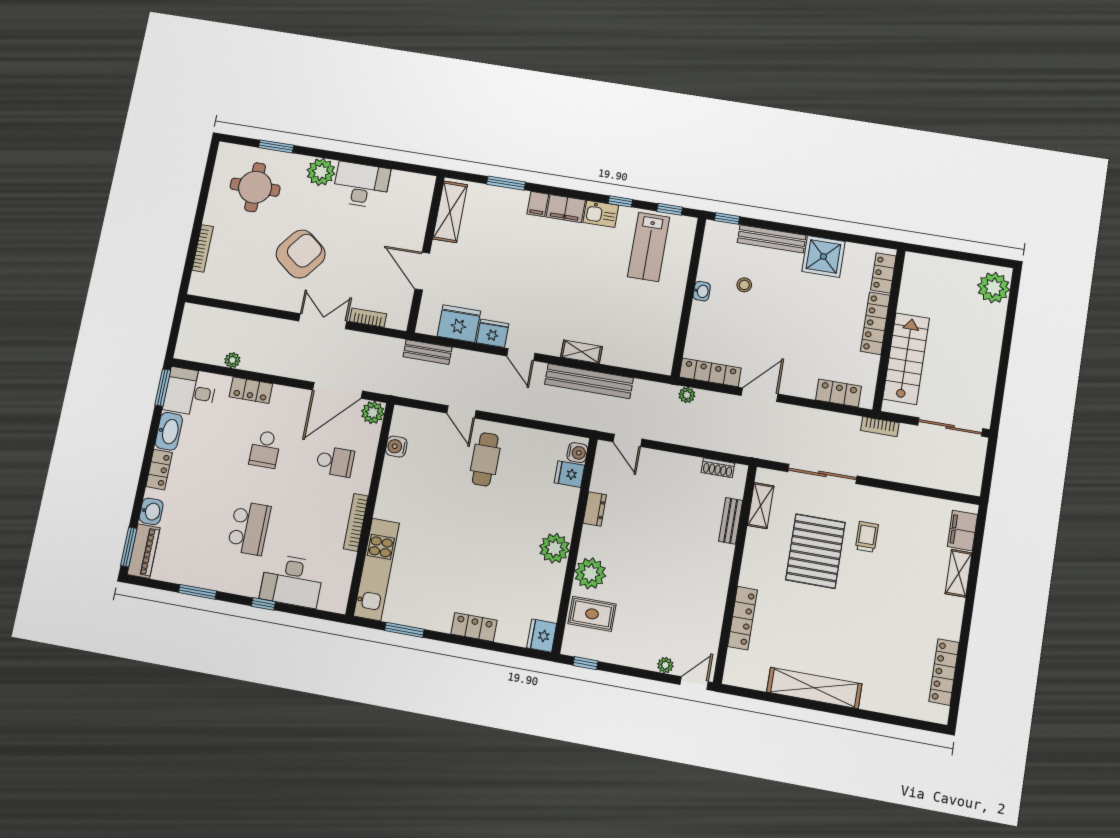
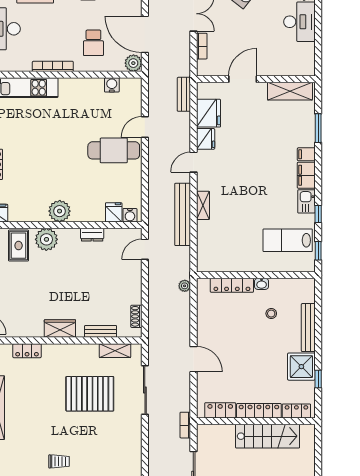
window: (727, 218) -> (318, 379), moved
stairs: (906, 359) -> (268, 436), moved
locker: (710, 372) -> (232, 285), moved, turned 90
locker: (838, 393) -> (220, 410), moved, turned -90
door: (760, 395) -> (193, 359), moved
cafe table: (485, 459) -> (114, 150), width x1.37, depth x1.35
trolley: (867, 537) -> (59, 461), moved
wardrobe: (717, 577) -> (60, 329), added
locker: (742, 618) -> (27, 351), width x0.66

